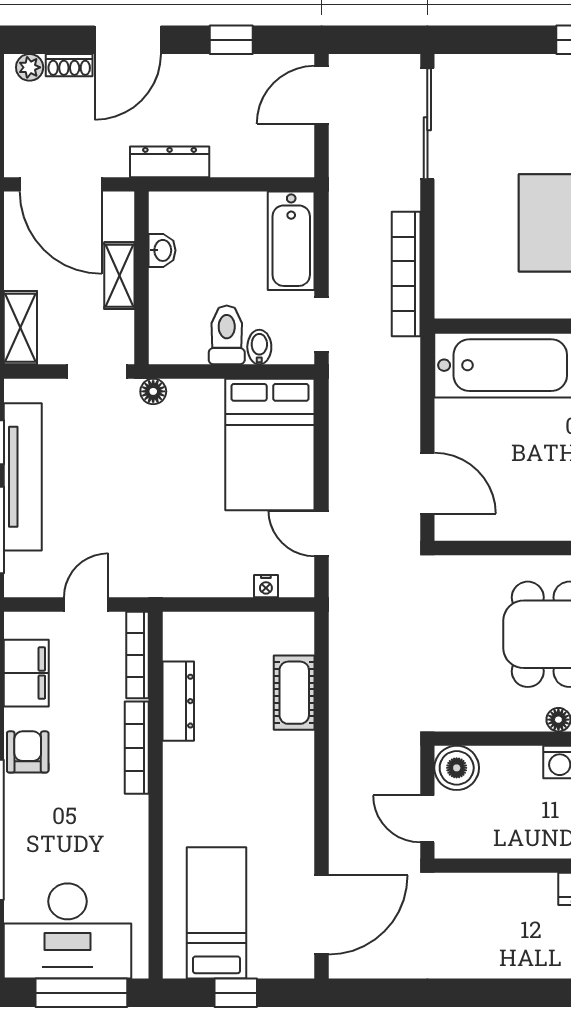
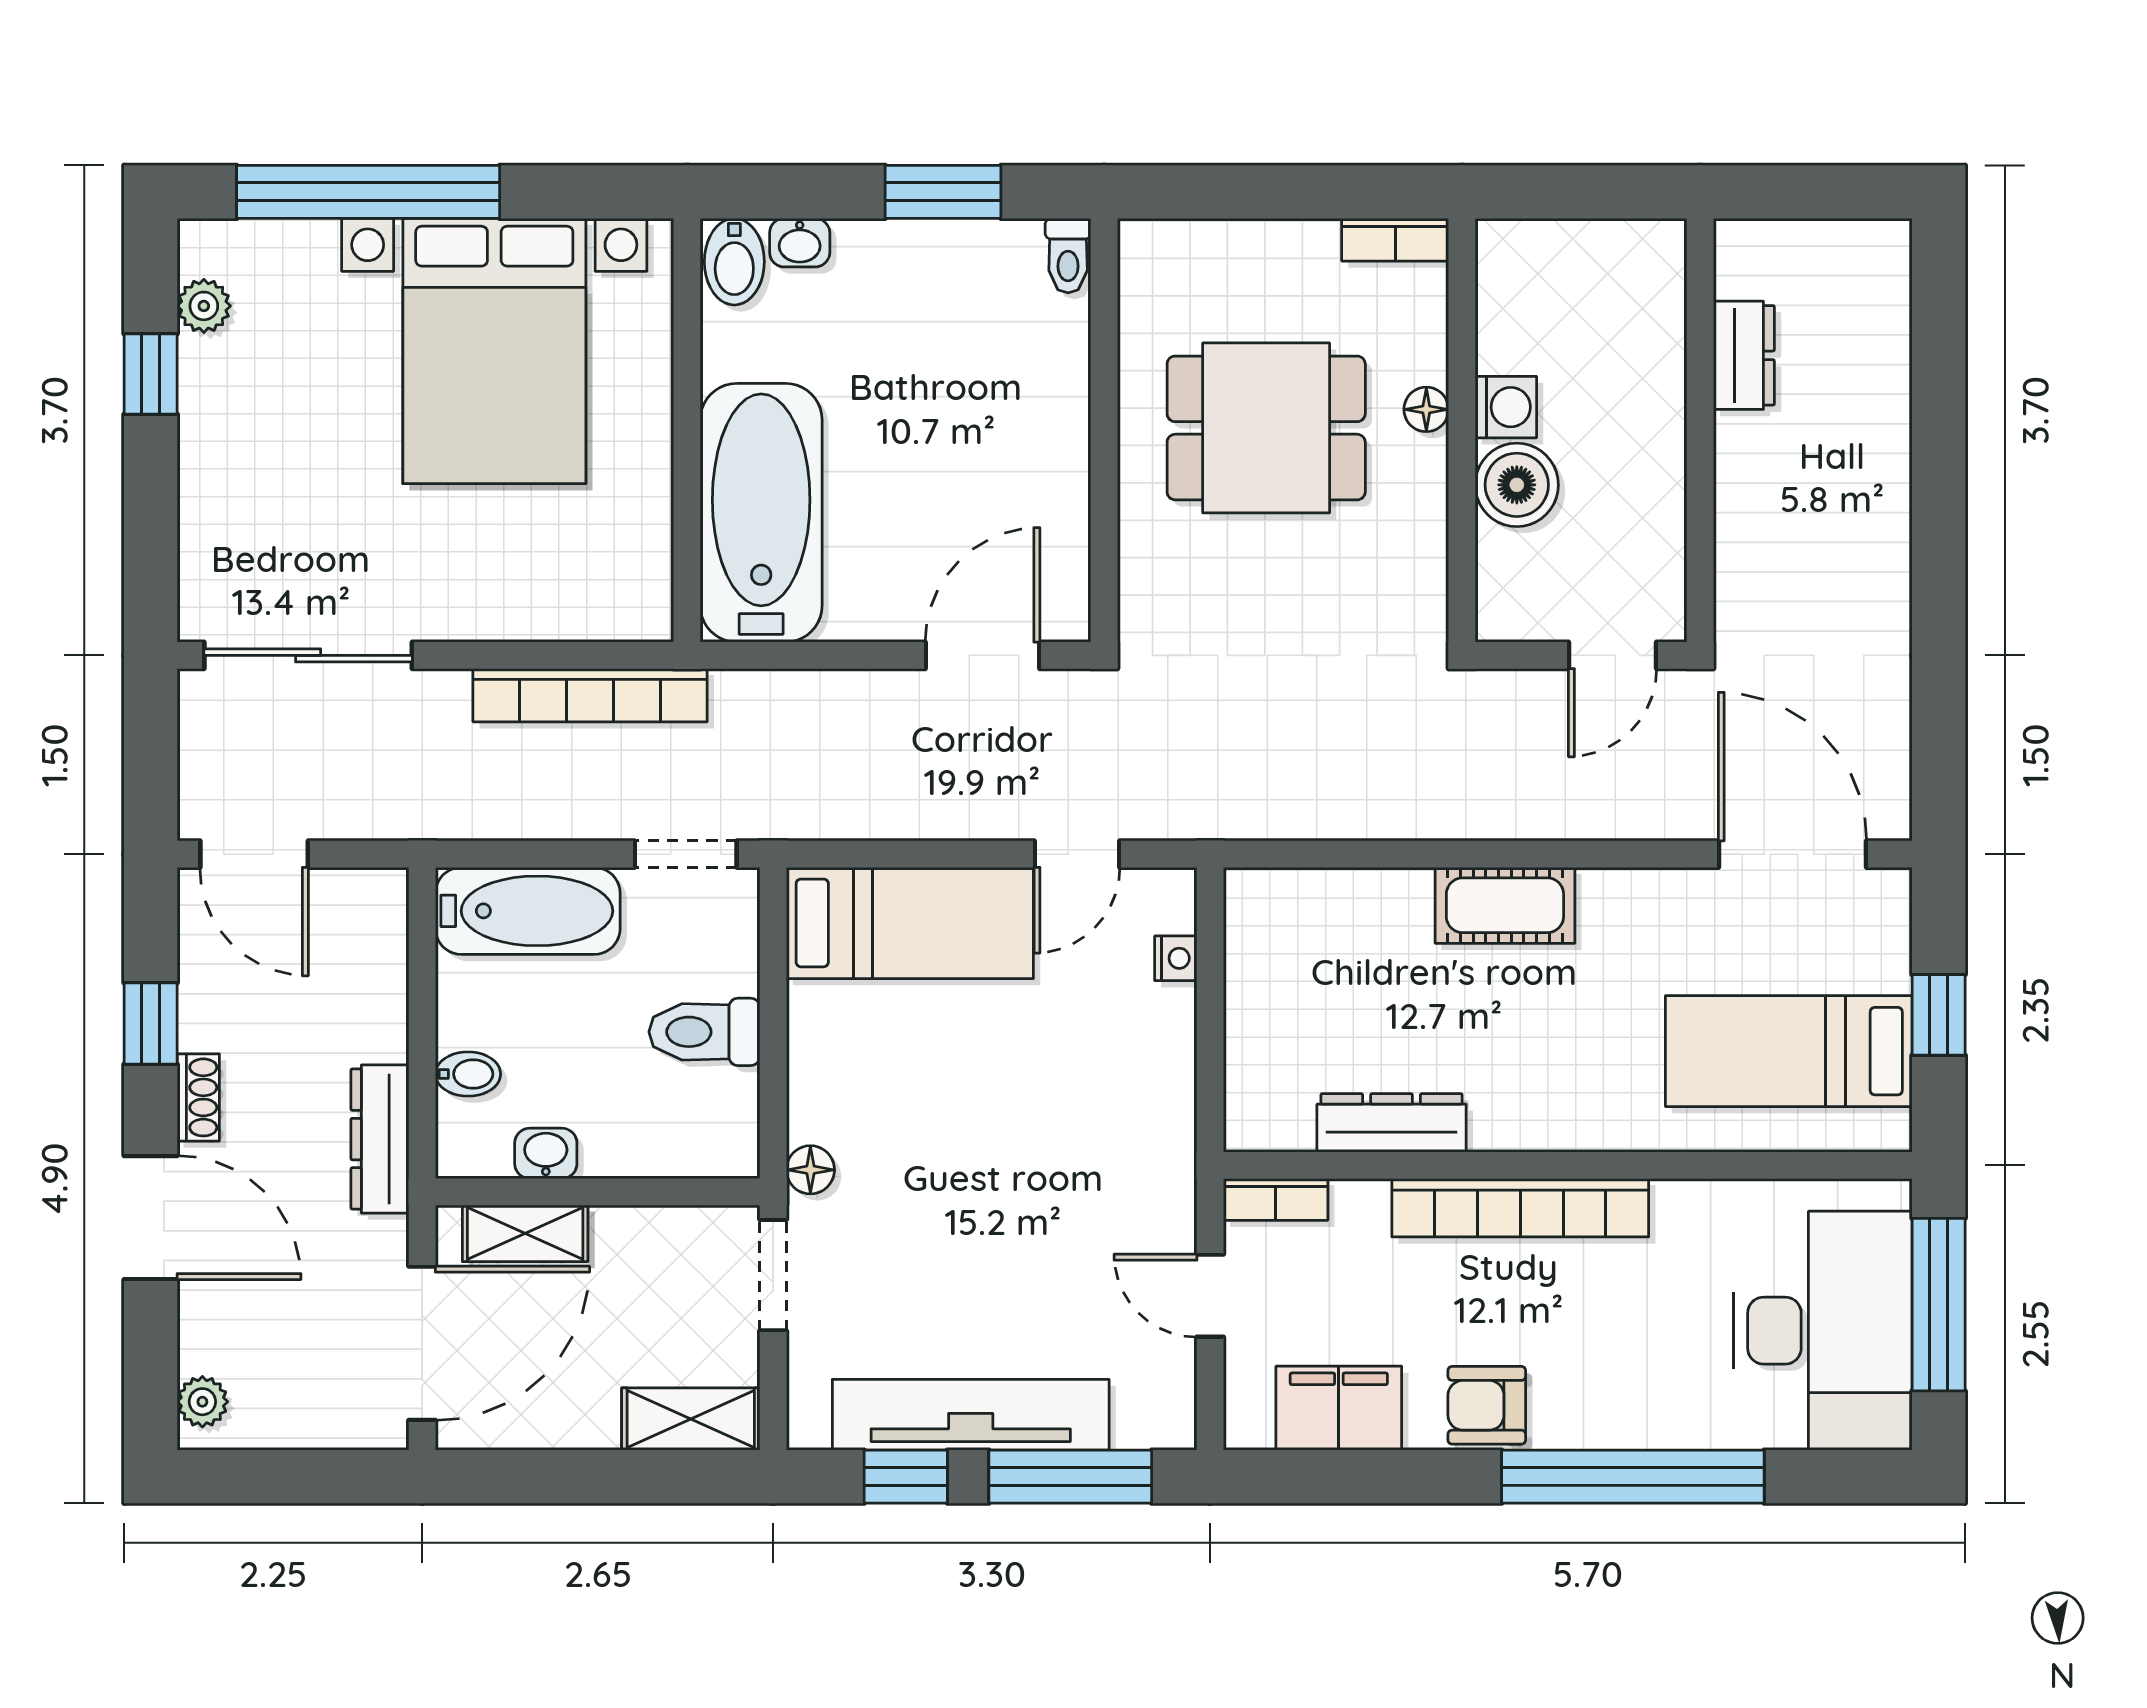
shoe rack: (69, 65) -> (198, 1097), moved
shelving: (119, 276) -> (525, 1233), moved
bidet: (259, 347) -> (468, 1074), moved, turned 180
bed: (270, 444) -> (910, 923), width x0.67
bookcase: (137, 655) -> (1276, 1199), width x0.64
cot: (294, 693) -> (1505, 905), moved
bookcase: (137, 748) -> (1520, 1208), width x1.48, depth x1.31
boiler: (457, 768) -> (1517, 485), moved

